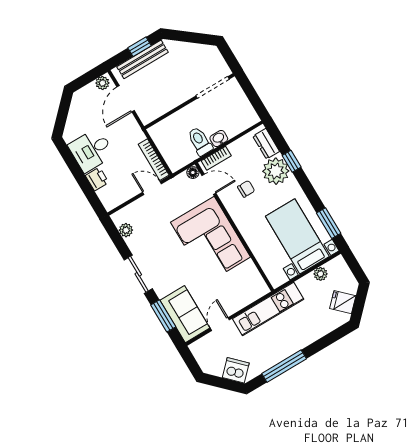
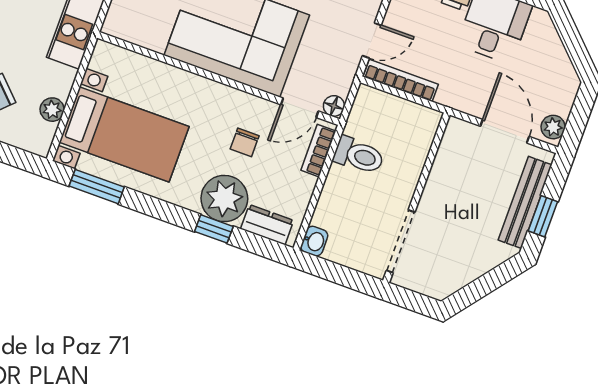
washbasin: (219, 138) -> (314, 241), moved

